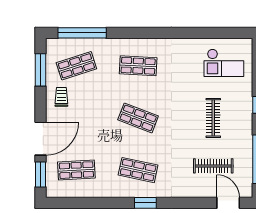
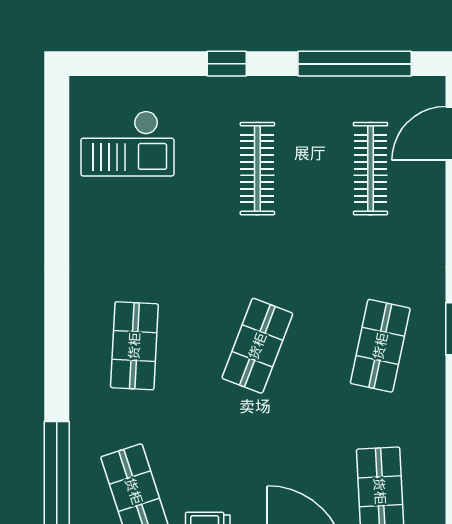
checkout: (224, 63) -> (127, 143), turned 90
clothes rail: (213, 118) -> (257, 169), turned 90

